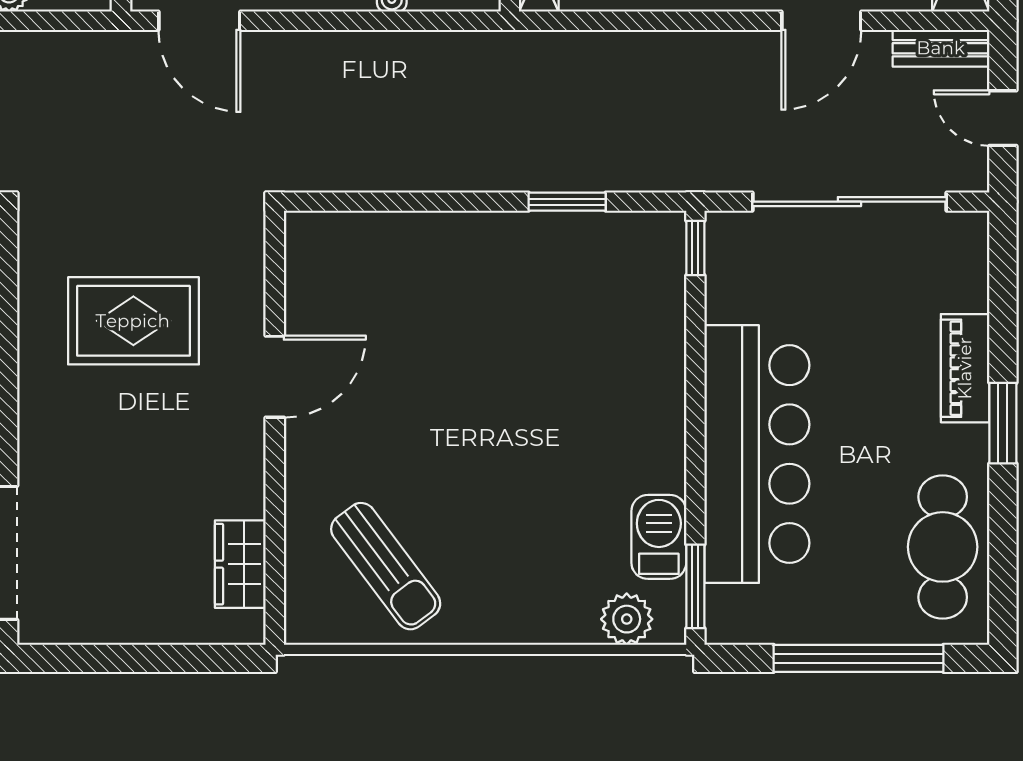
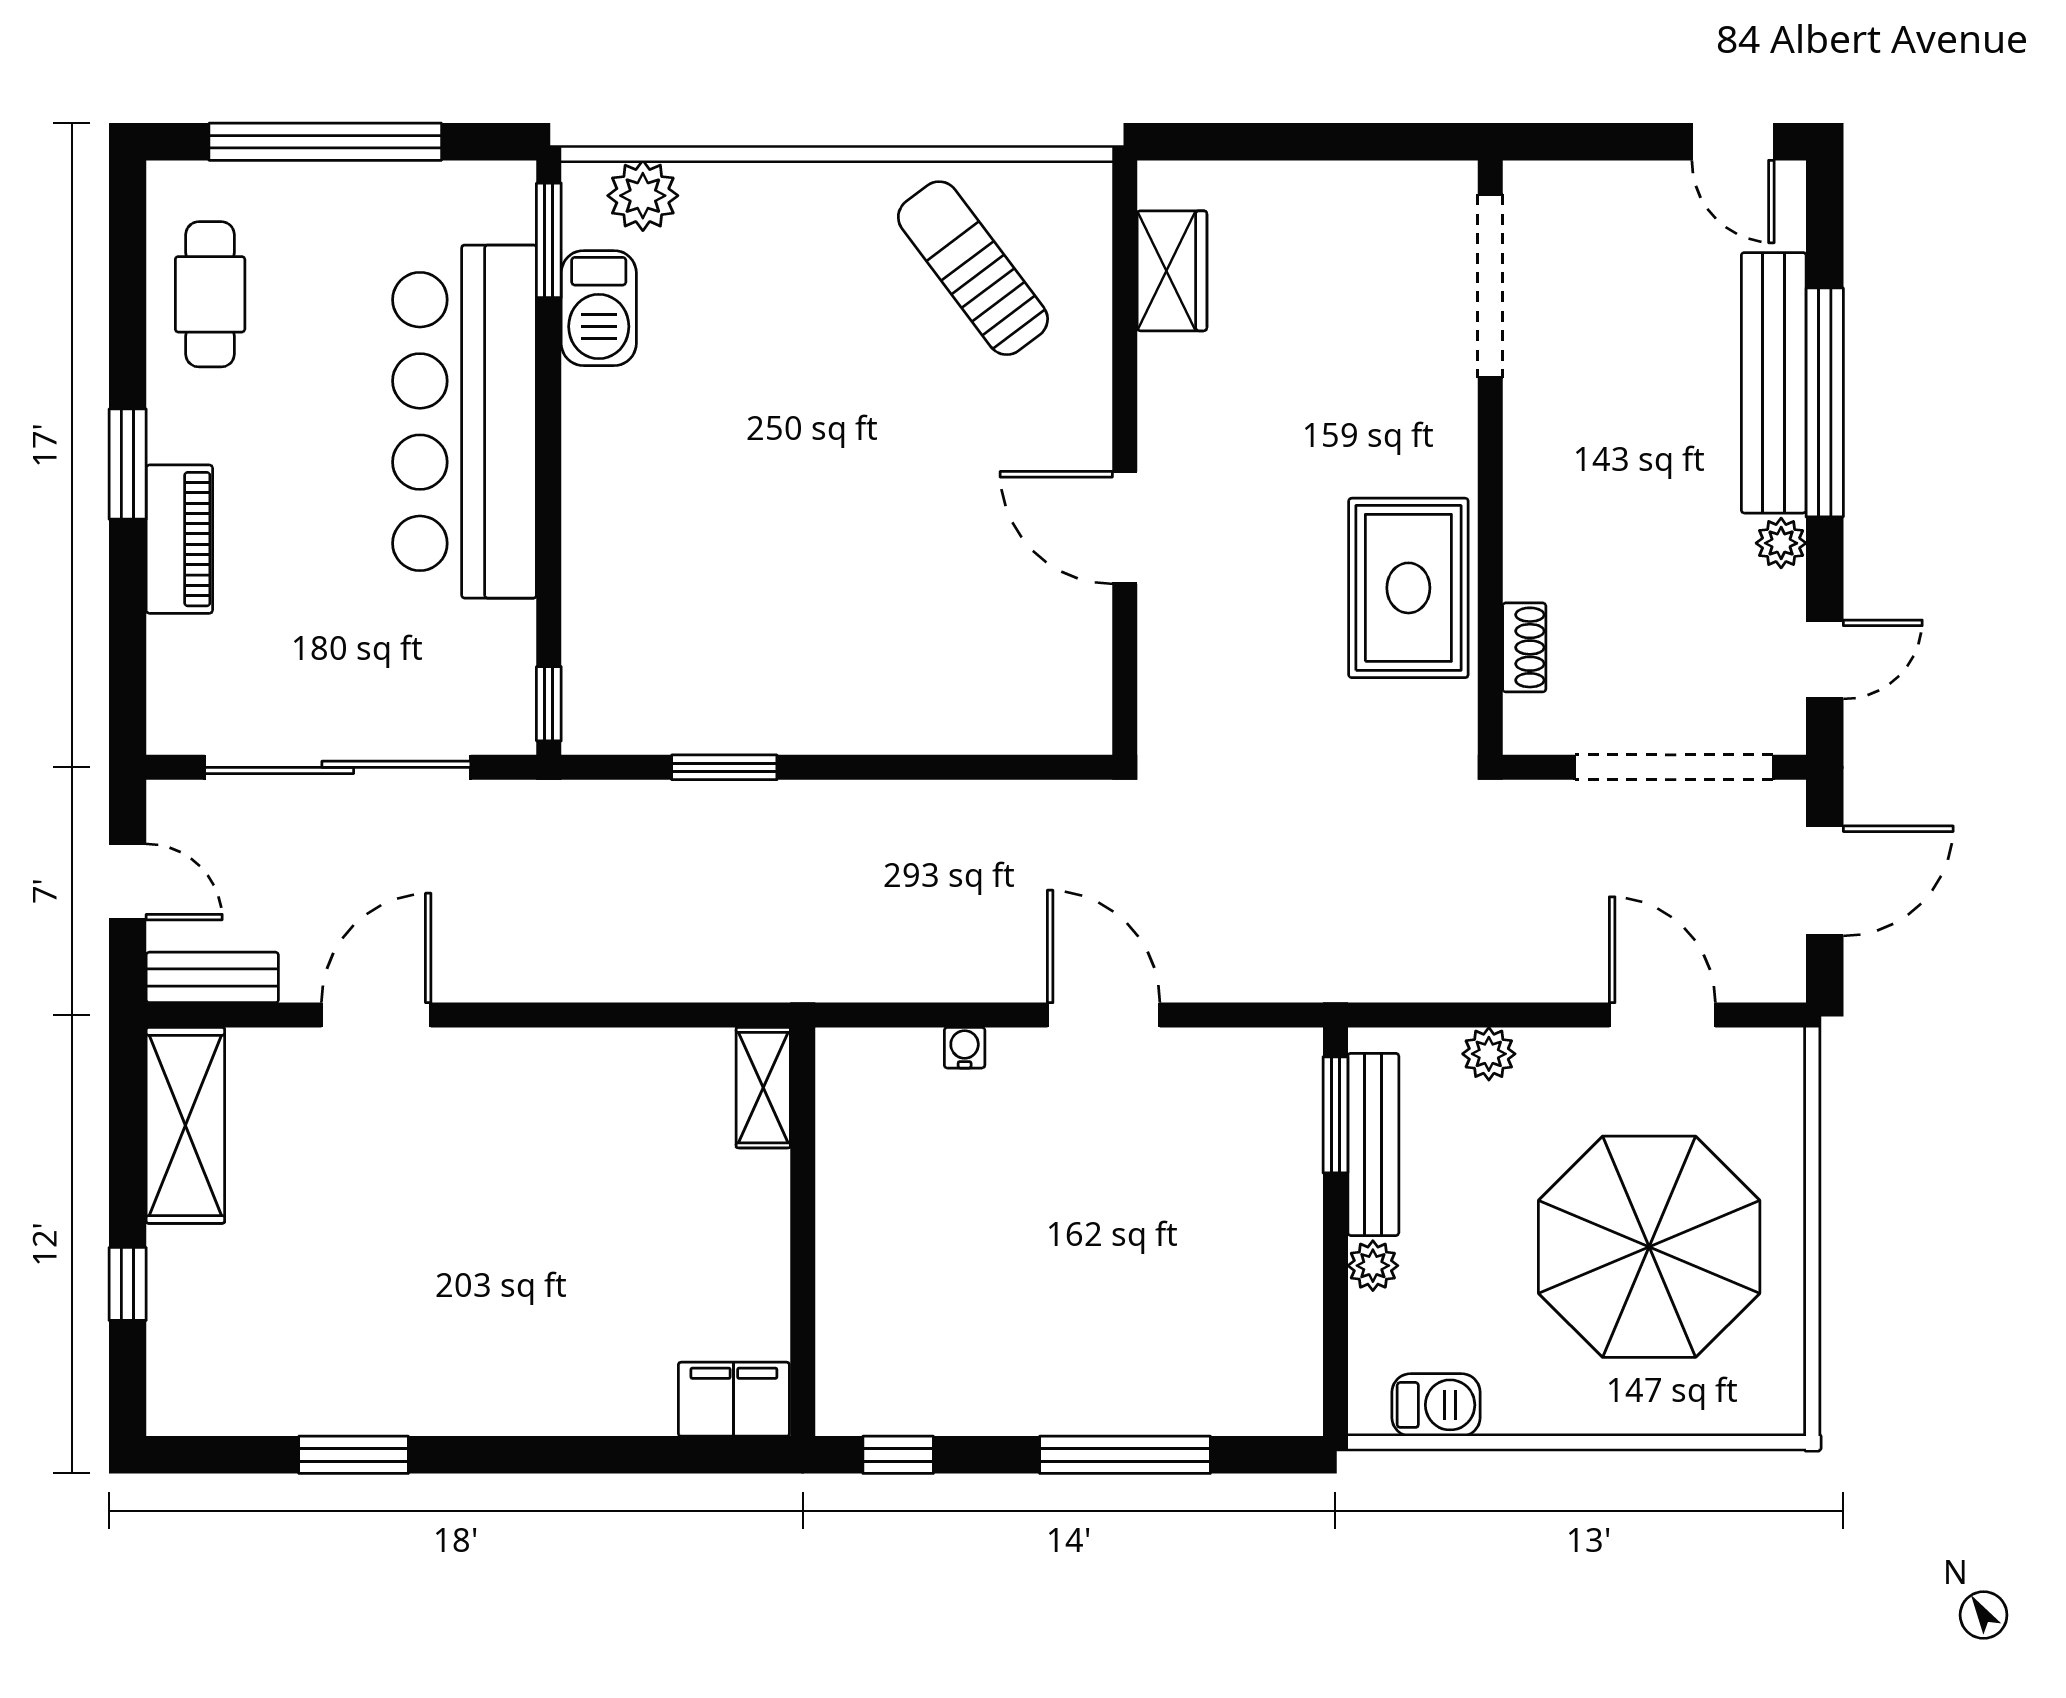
door: (199, 21) -> (1104, 1015), moved
rug: (133, 321) -> (1408, 588), moved, turned 90
door: (275, 377) -> (1125, 528), hinge flipped
cafe table: (943, 547) -> (210, 294), width x0.73, depth x0.74

